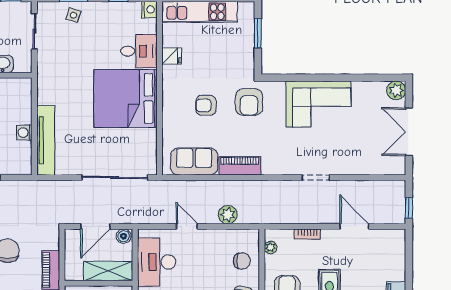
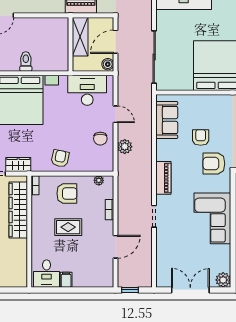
armchair: (206, 105) -> (201, 137), moved
piano: (240, 166) -> (163, 178), moved
door: (95, 226) -> (115, 42), hinge flipped
door: (187, 226) -> (115, 114), hinge flipped
chair: (242, 261) -> (100, 139), moved
shelving: (108, 271) -> (80, 37), moved

